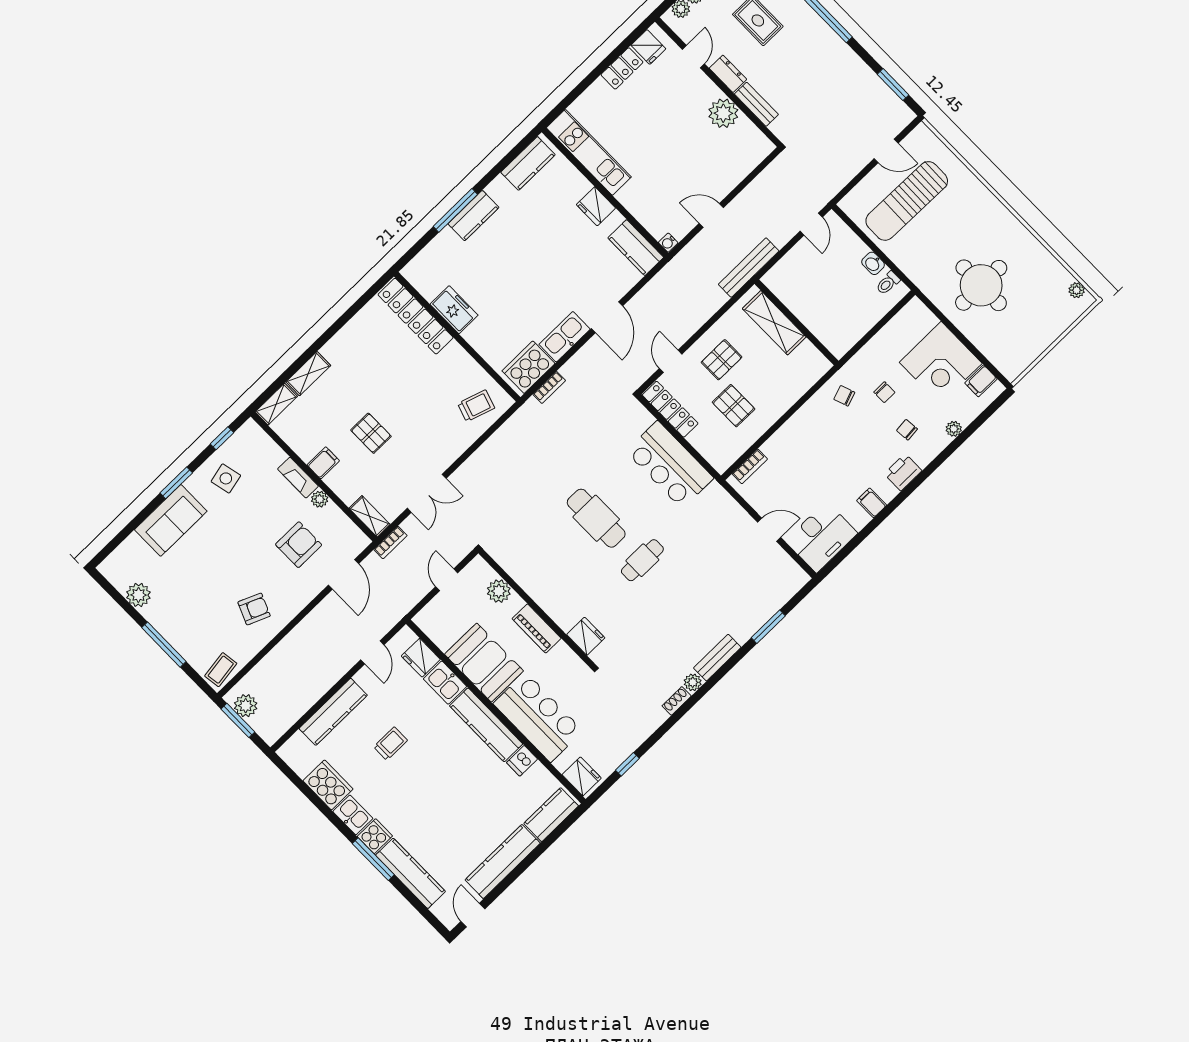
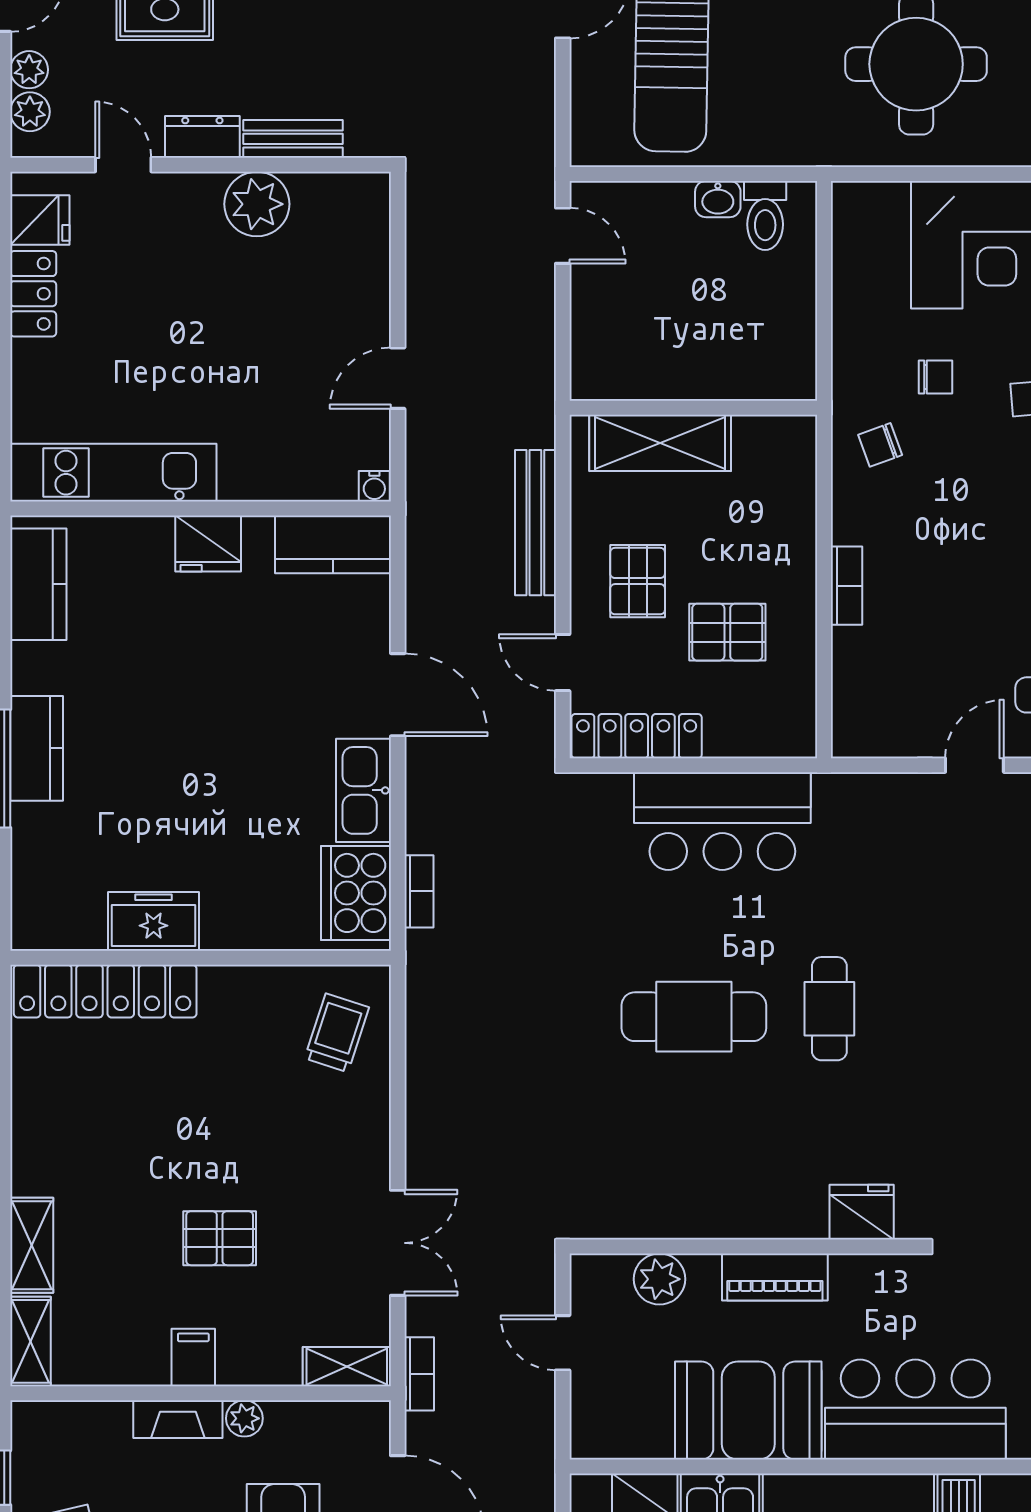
bench: (749, 268) -> (535, 523), moved
toilet: (888, 283) -> (765, 215), width x1.37, depth x1.39
bookcase: (750, 466) -> (846, 586), moved

